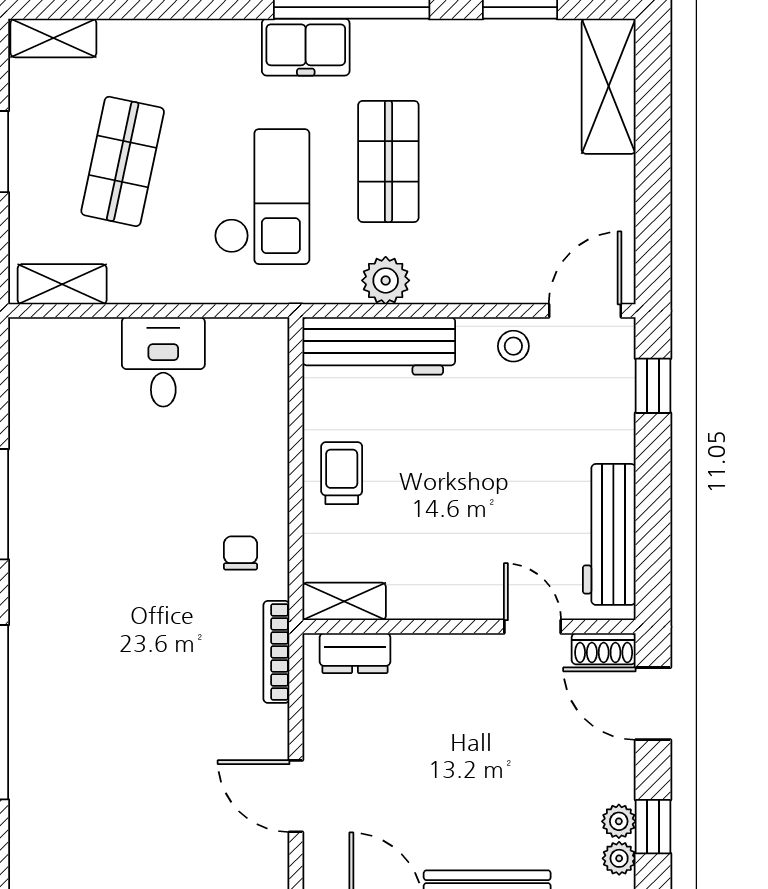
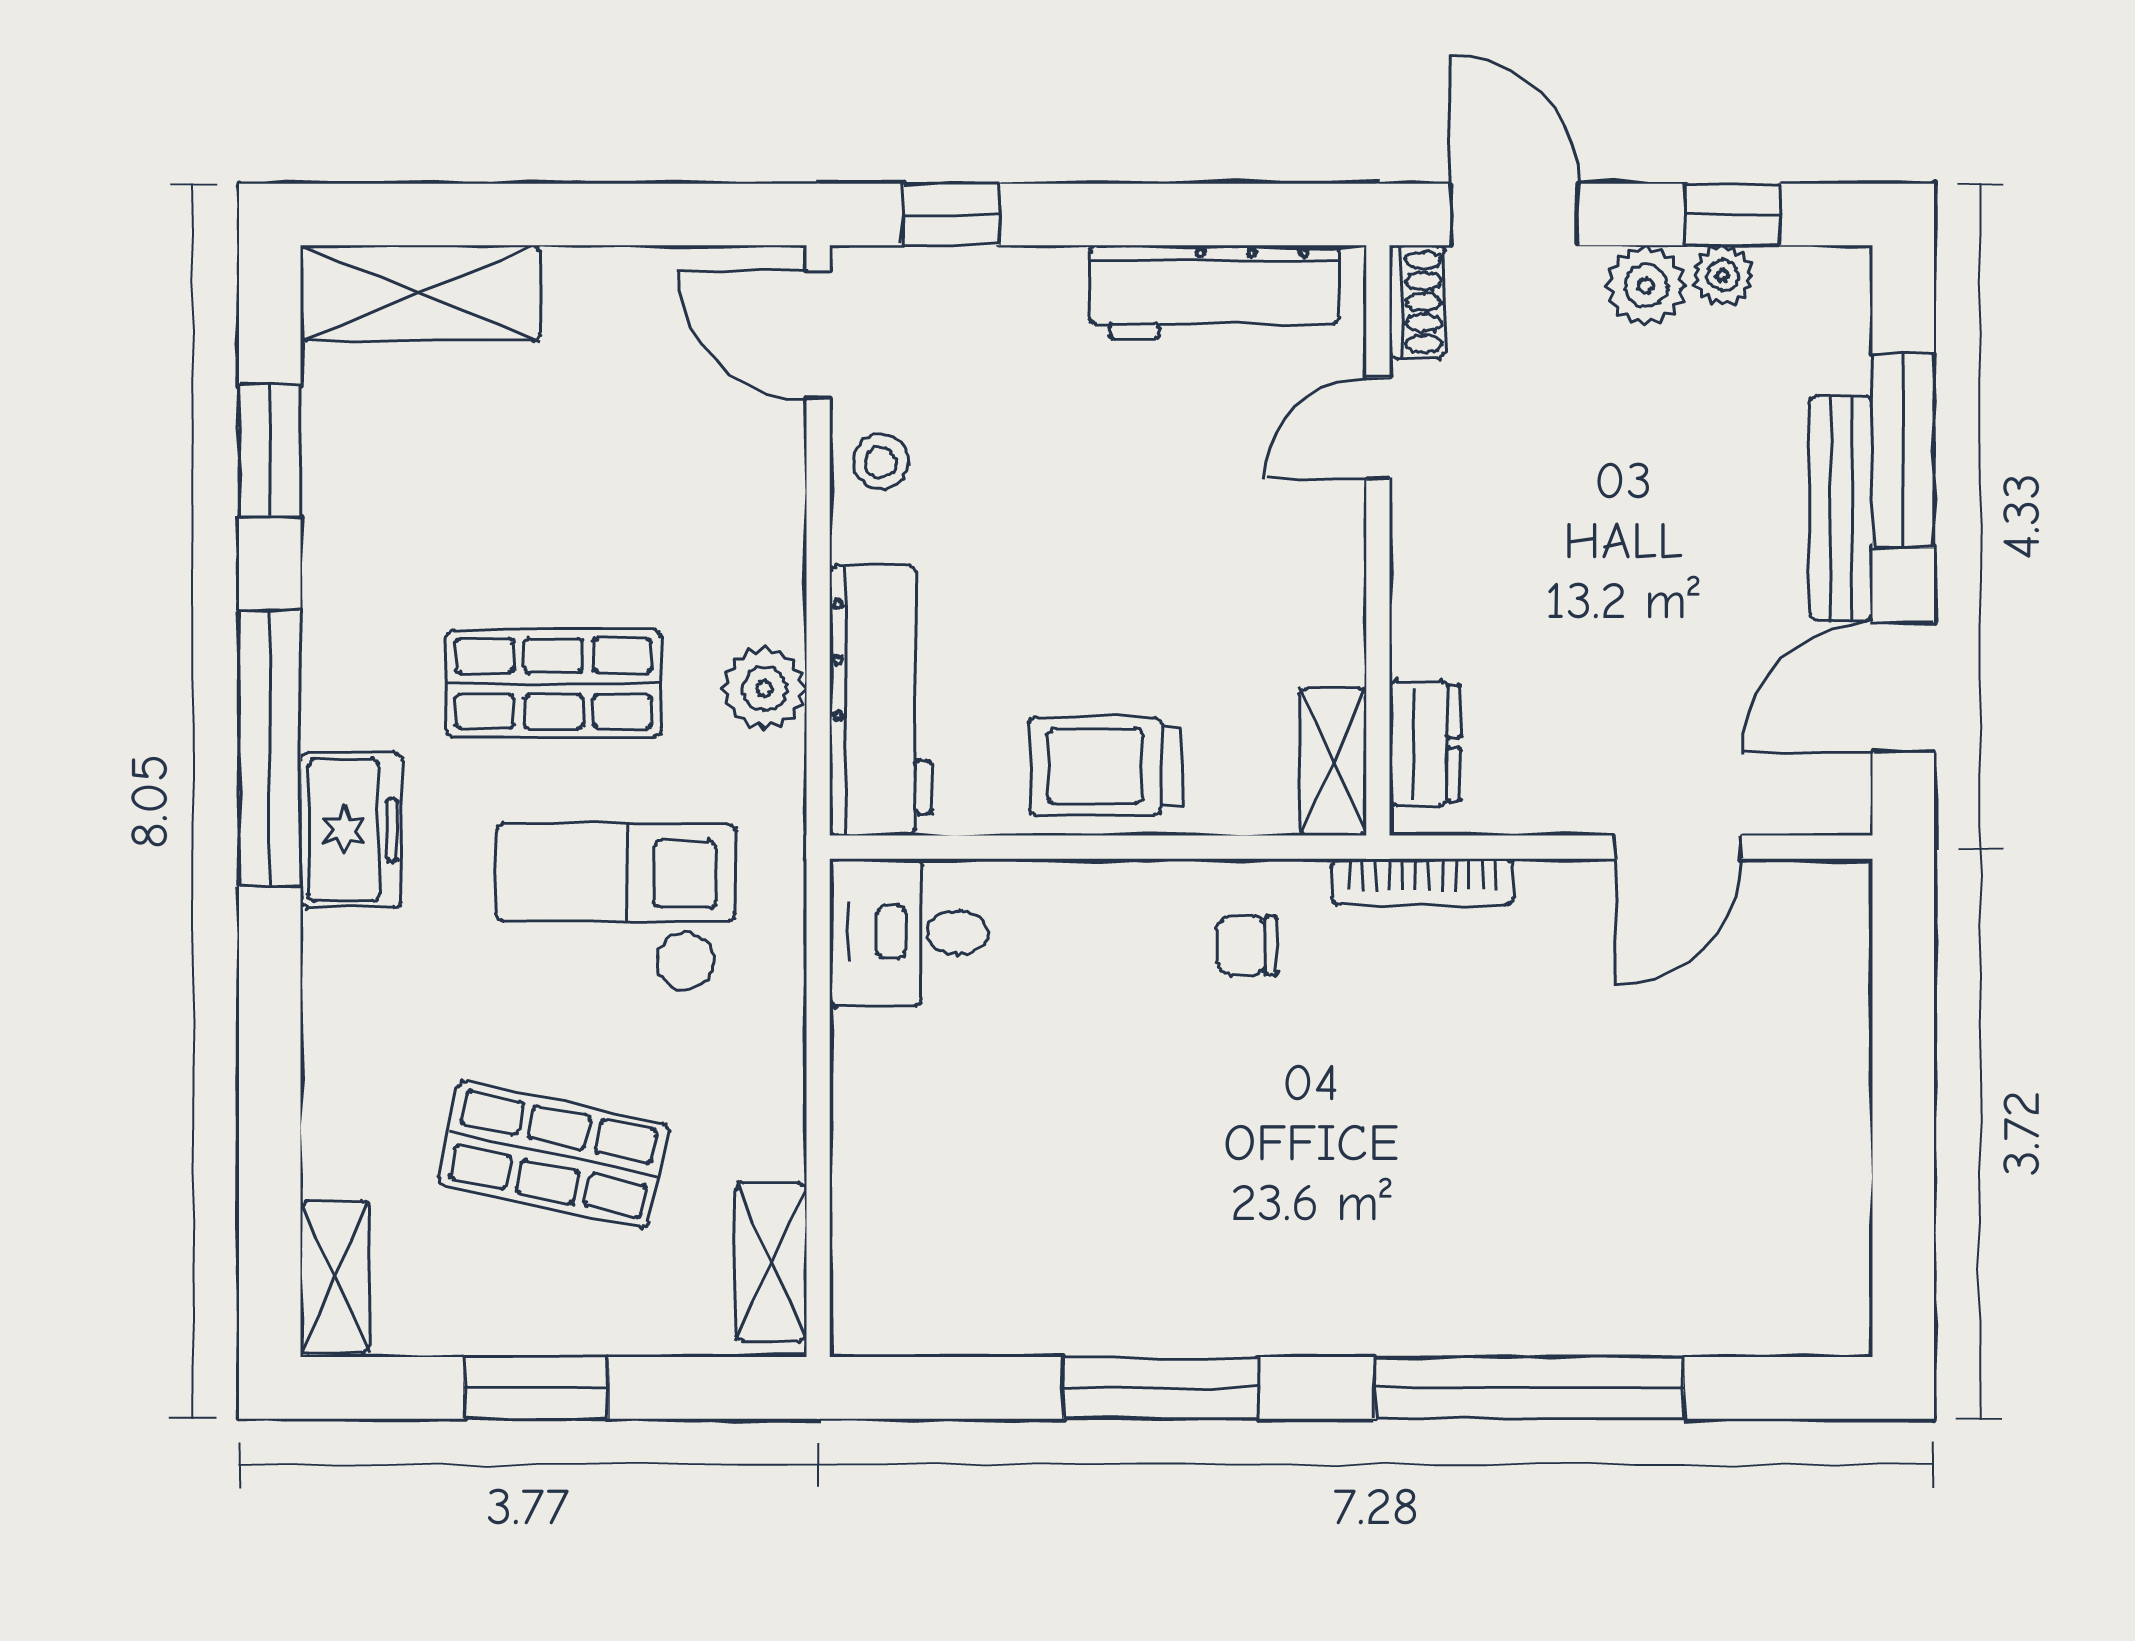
desk: (163, 362) -> (909, 932), moved
trolley: (342, 473) -> (1106, 766), width x1.36, depth x1.39
door: (653, 704) -> (1514, 215), swing flipped
plant: (619, 858) -> (1646, 286), moved, width x1.38, depth x1.38

